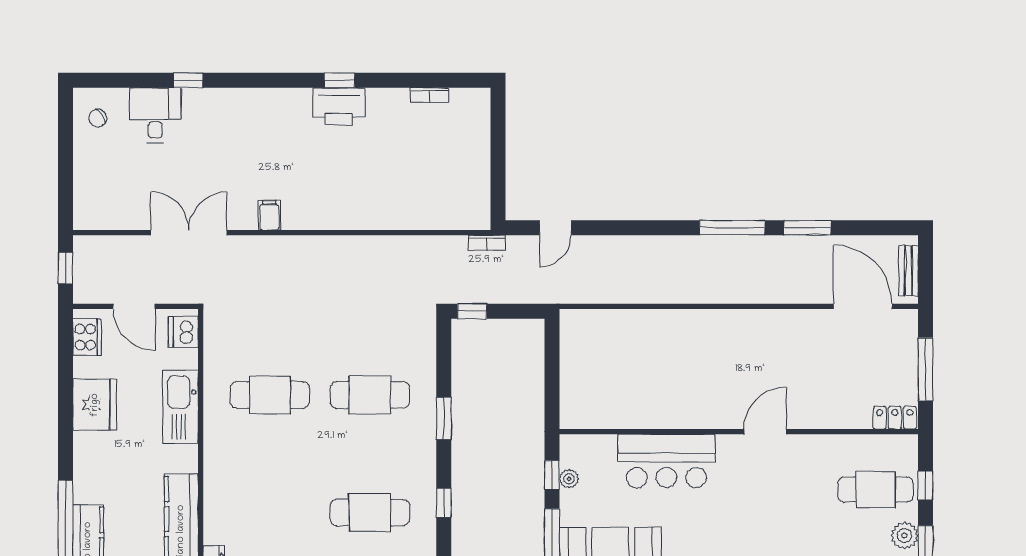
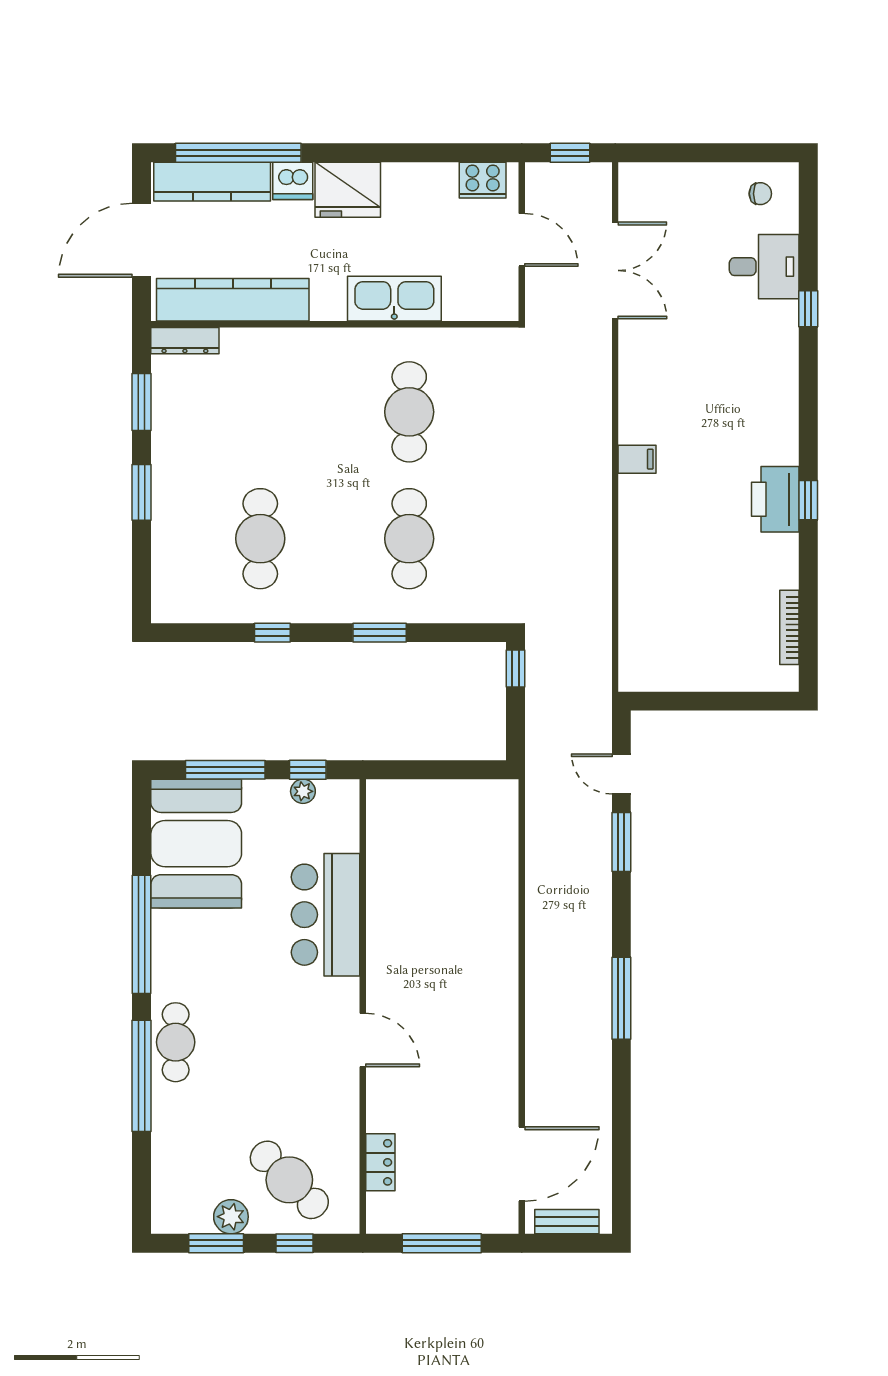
bookcase: (429, 95) -> (789, 627), width x1.56
chair: (98, 118) -> (760, 194), turned 126
filing cabinet: (269, 215) -> (637, 459), moved
window: (807, 228) -> (621, 842), moved
double door: (189, 233) -> (615, 270), moved
bookcase: (487, 242) -> (603, 687), removed
door: (134, 306) -> (522, 240), swing flipped
dishwasher: (183, 332) -> (293, 181), moved, turned 180
fridge: (95, 405) -> (348, 190), moved
locker: (895, 418) -> (380, 1162), moved
cafe table: (876, 490) -> (289, 1180), turned -45

